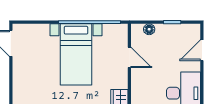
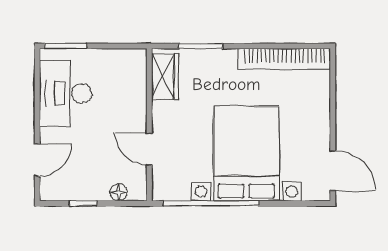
bed with nightstands: (76, 54) -> (246, 154), width x1.36

